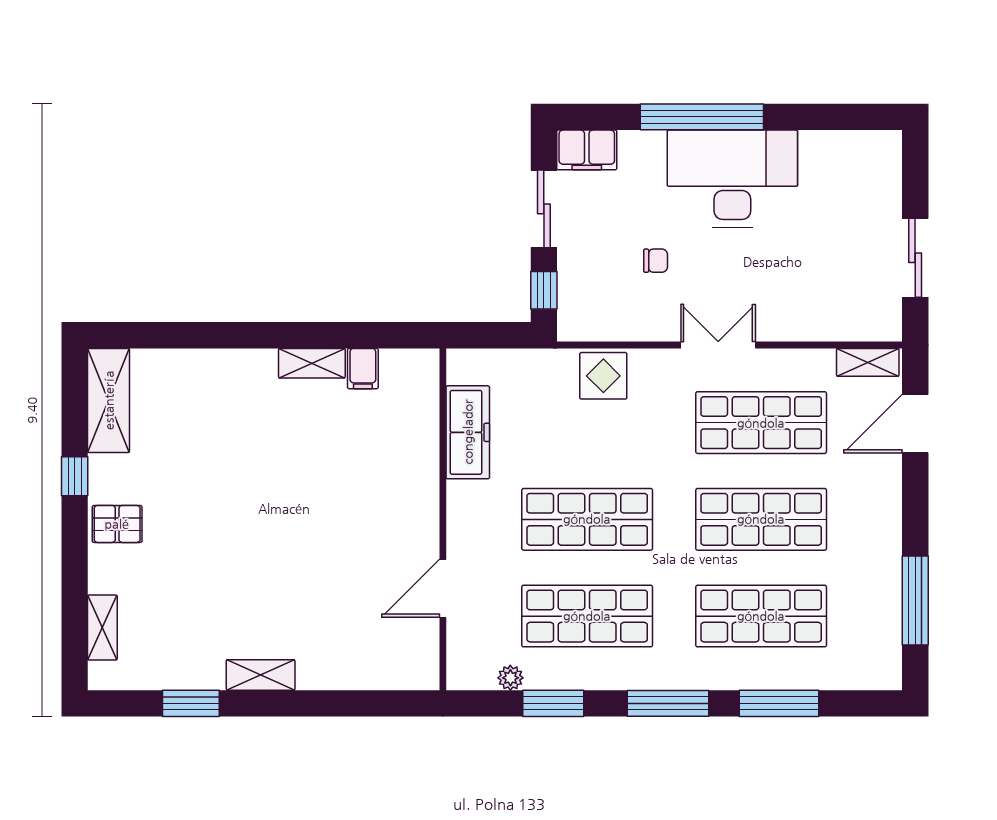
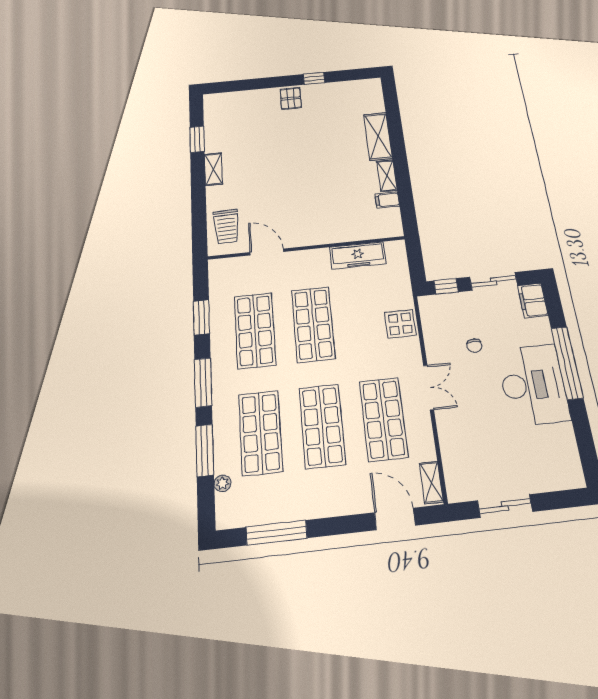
shelving: (109, 400) -> (378, 136), moved, turned 90
shelving: (102, 628) -> (236, 97), removed
trolley: (384, 656) -> (226, 226), added
plant: (510, 678) -> (222, 483), moved

